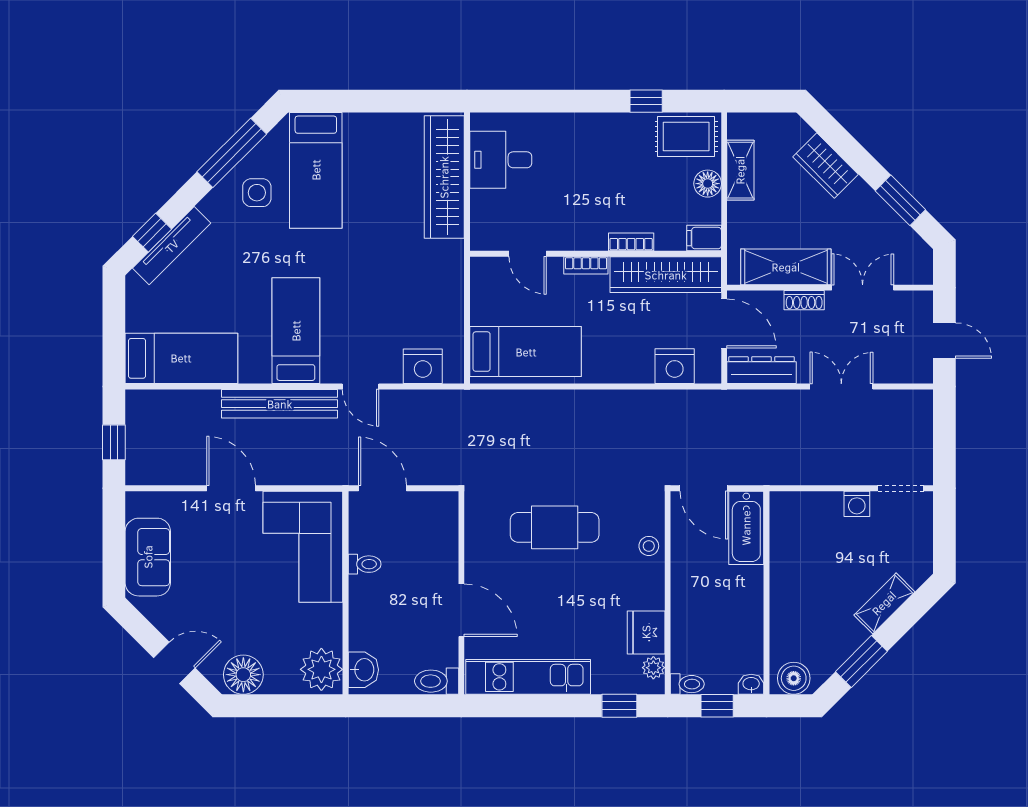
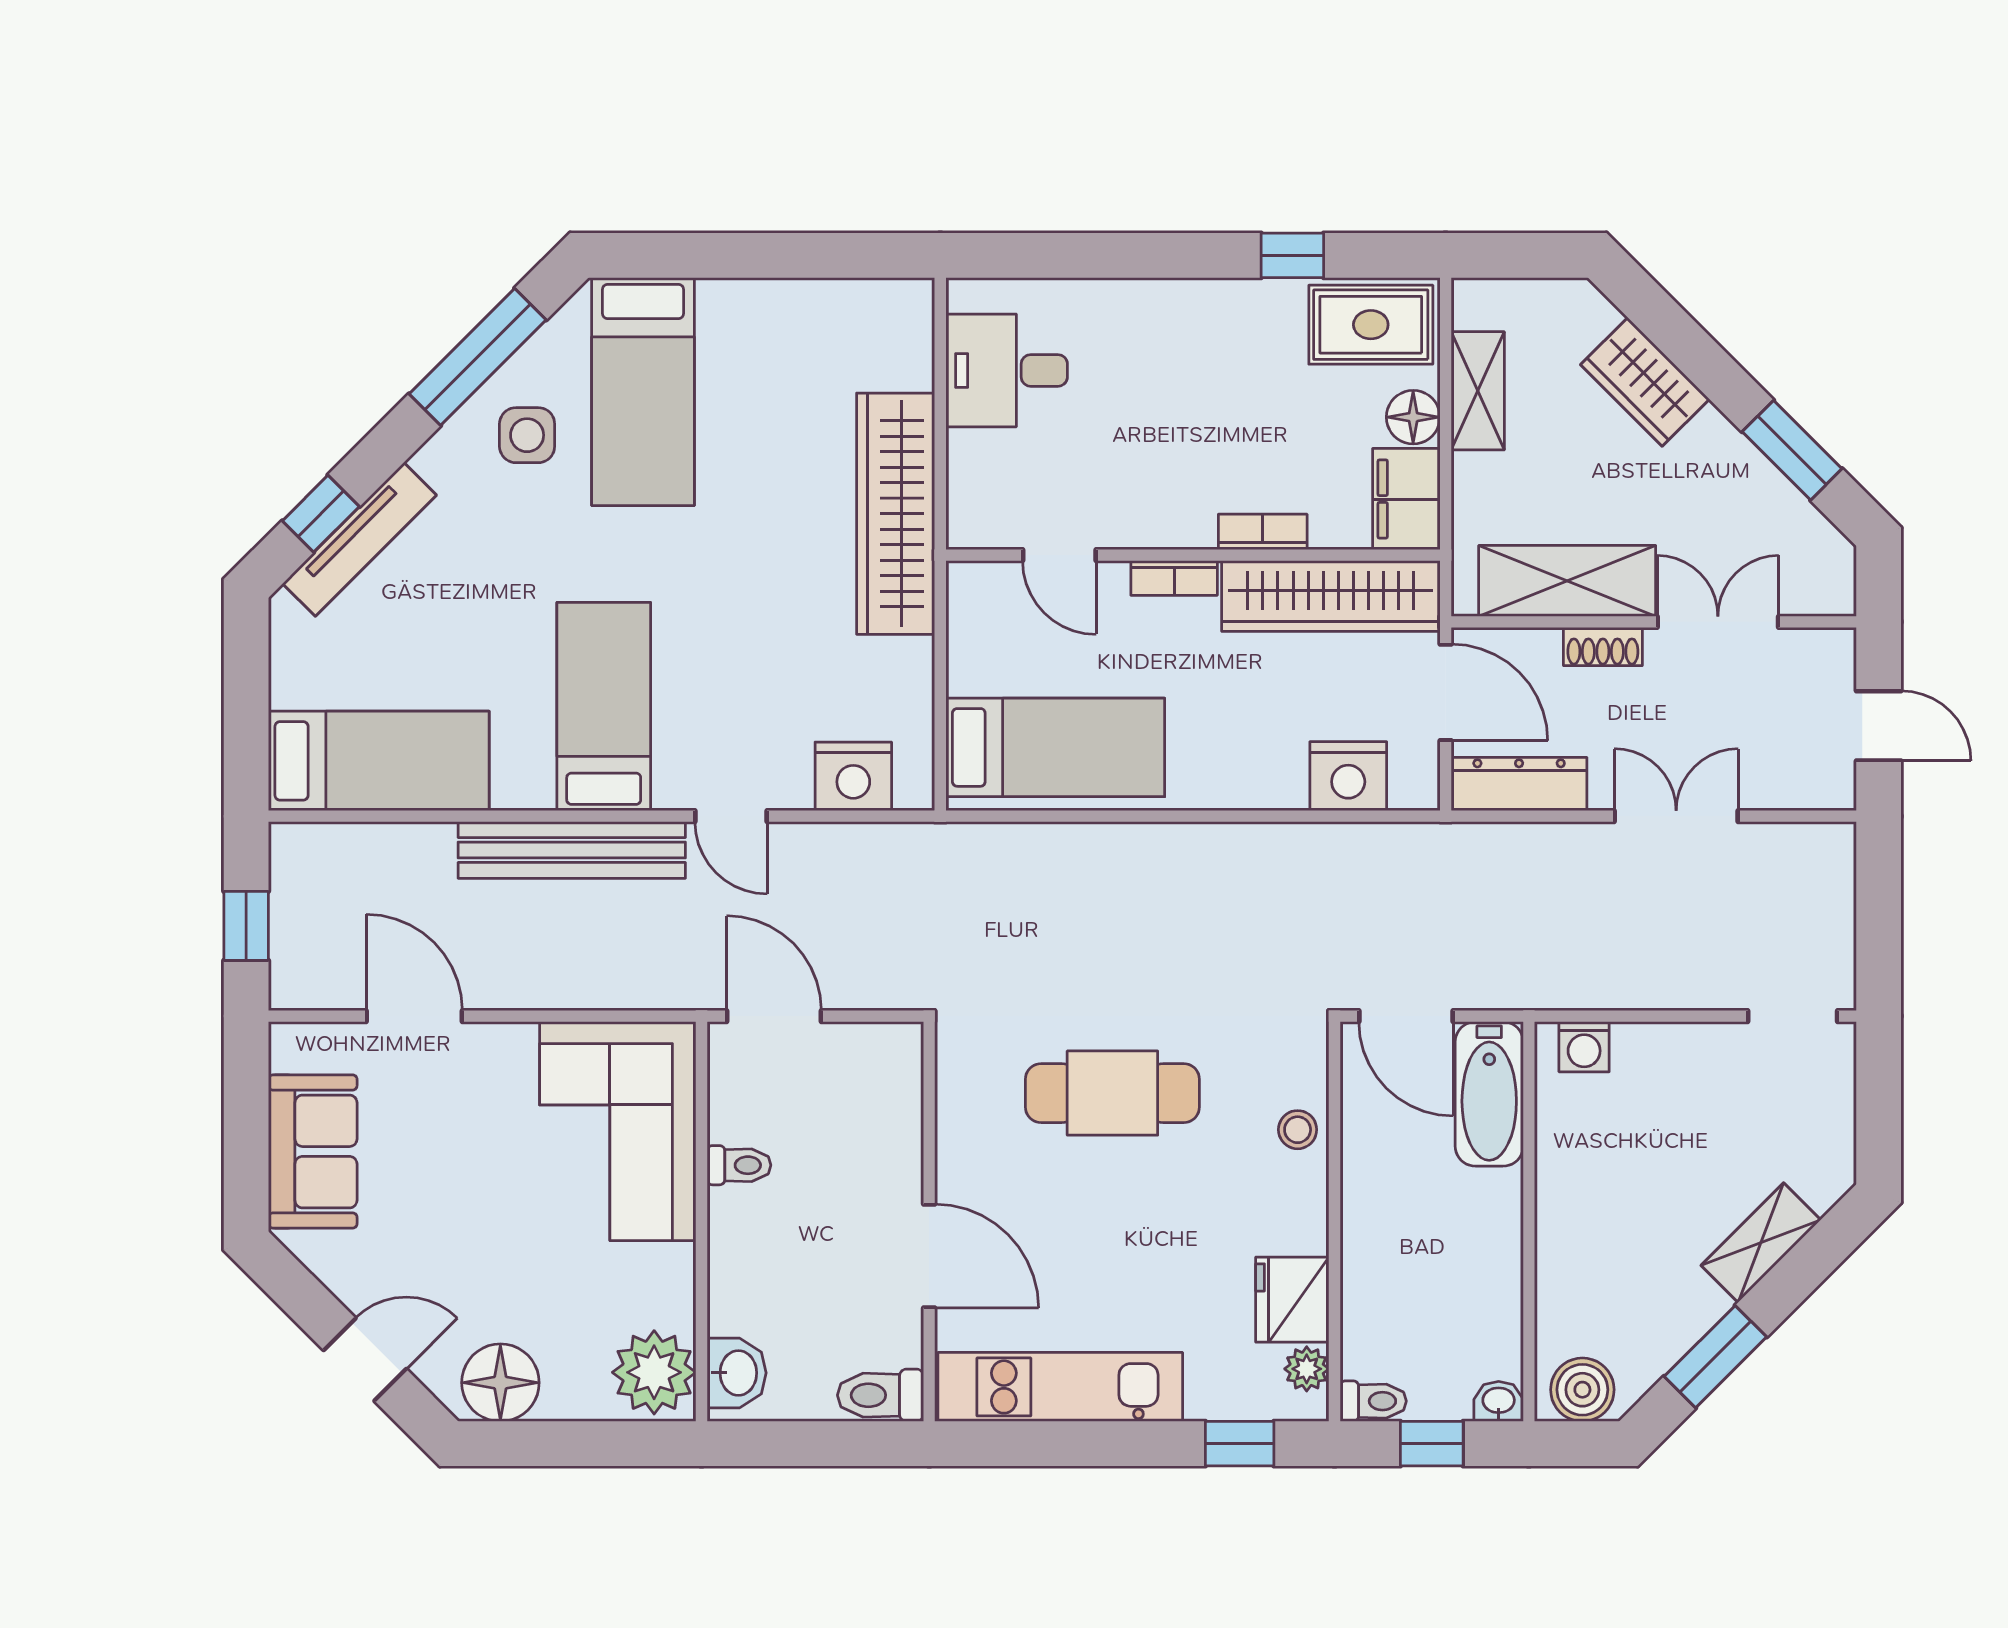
wardrobe: (444, 177) -> (896, 514), moved
filing cabinet: (704, 238) -> (1406, 499), width x2.00
door: (231, 488) -> (414, 1016), moved
washing machine: (857, 504) -> (1584, 1047), moved

